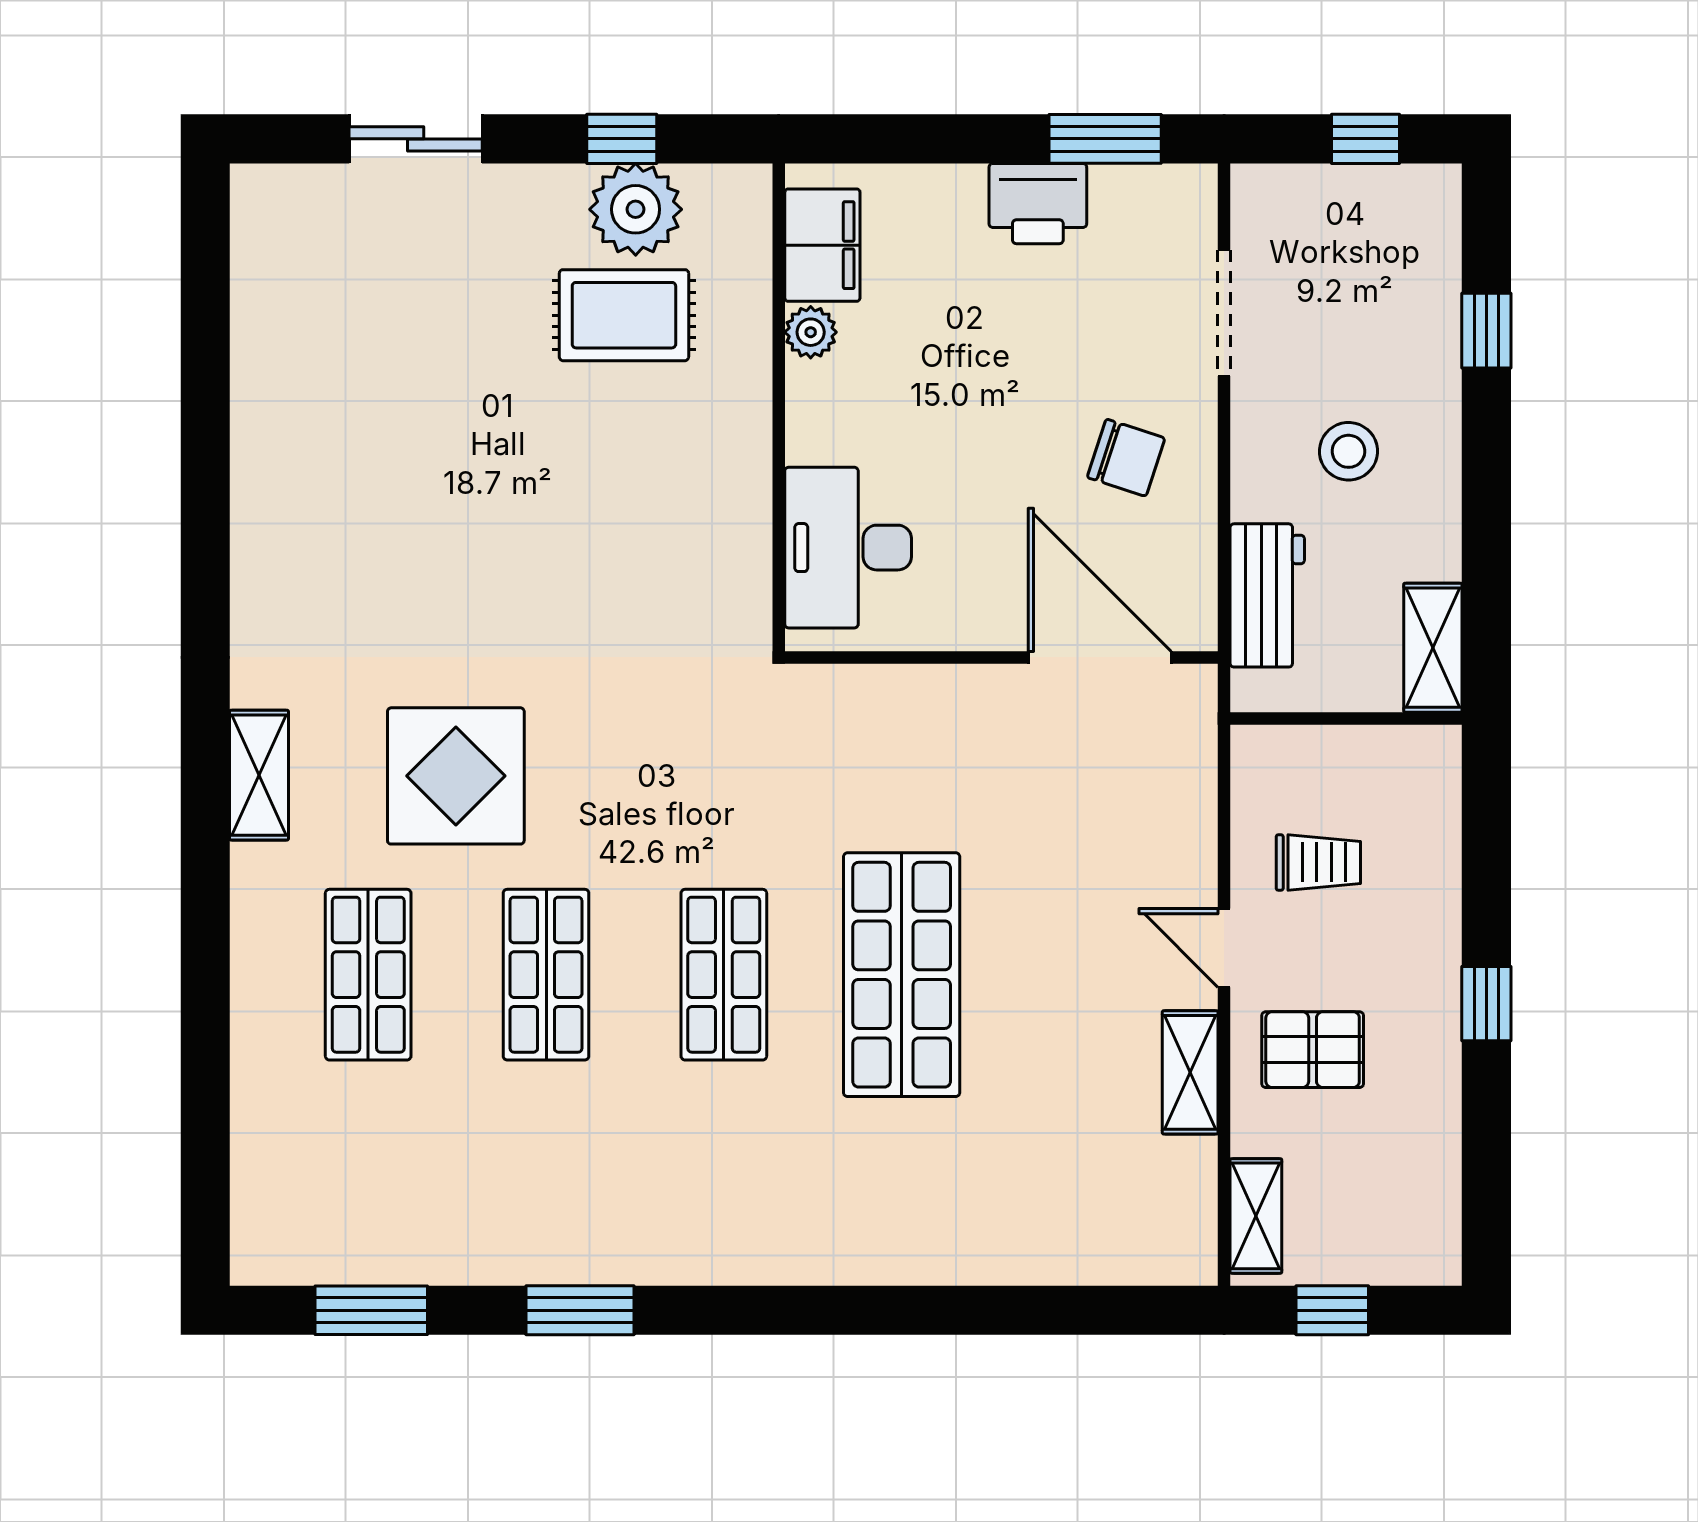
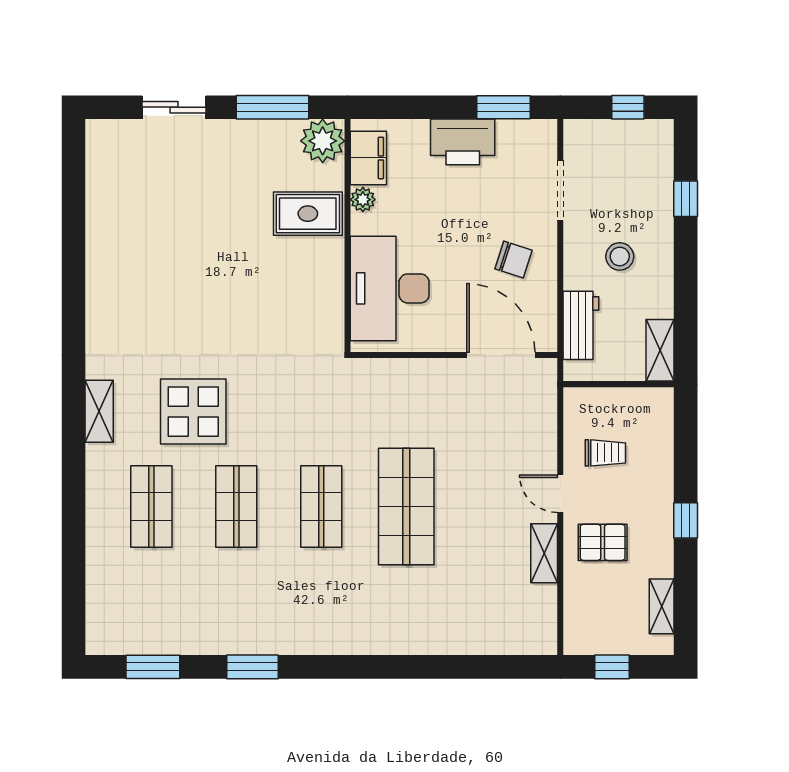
window: (622, 139) -> (273, 107), width x2.17
printer: (1038, 204) -> (463, 142), width x1.37, depth x1.19
plant: (636, 209) -> (323, 141), moved
rug: (624, 315) -> (308, 214), moved
desk: (848, 548) -> (390, 288), width x1.36, depth x1.30
shelving: (1256, 1216) -> (662, 606), moved

